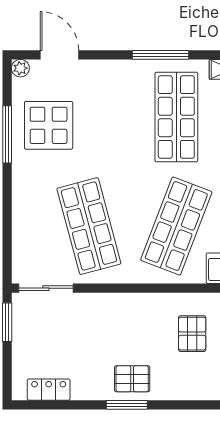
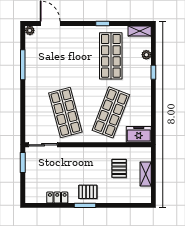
window: (161, 55) -> (103, 24), width x0.46
display table: (49, 125) -> (44, 60), removed
locker: (49, 390) -> (57, 197), moved

